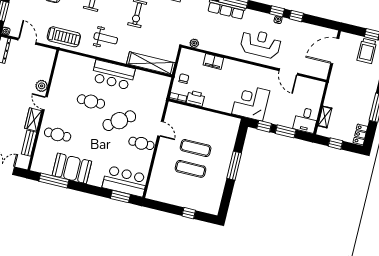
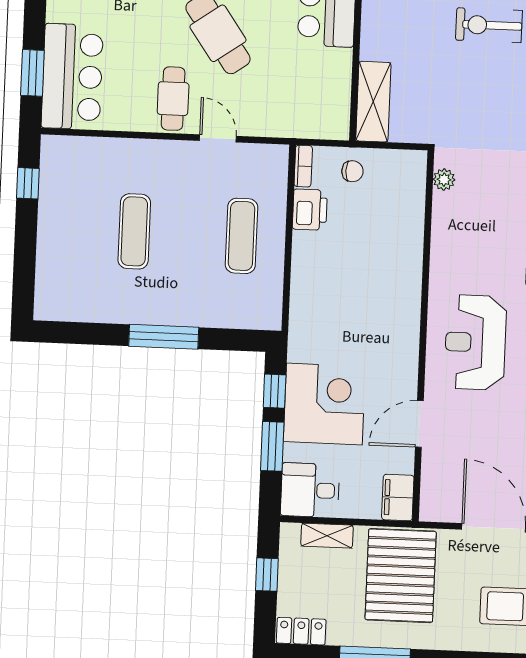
reception desk: (261, 44) -> (475, 342), turned 180
filing cabinet: (213, 61) -> (398, 498), moved
shelving: (151, 63) -> (373, 102), width x0.68
pallet: (346, 91) -> (401, 576), added
corner desk: (251, 102) -> (324, 404), moved
door: (161, 129) -> (218, 138), swing flipped
exercise mat: (196, 148) -> (241, 236), moved
window: (189, 213) -> (28, 183), moved

